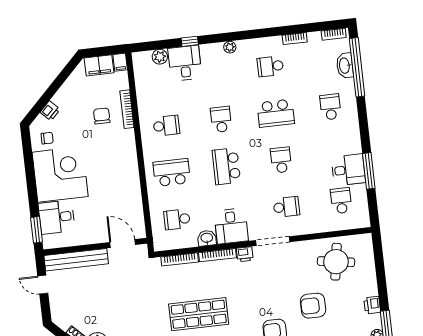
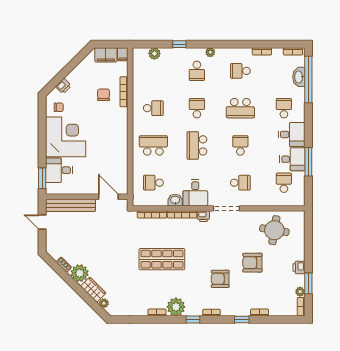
desk: (185, 63) -> (292, 134), moved, turned 90
school desk: (216, 73) -> (197, 71), added

